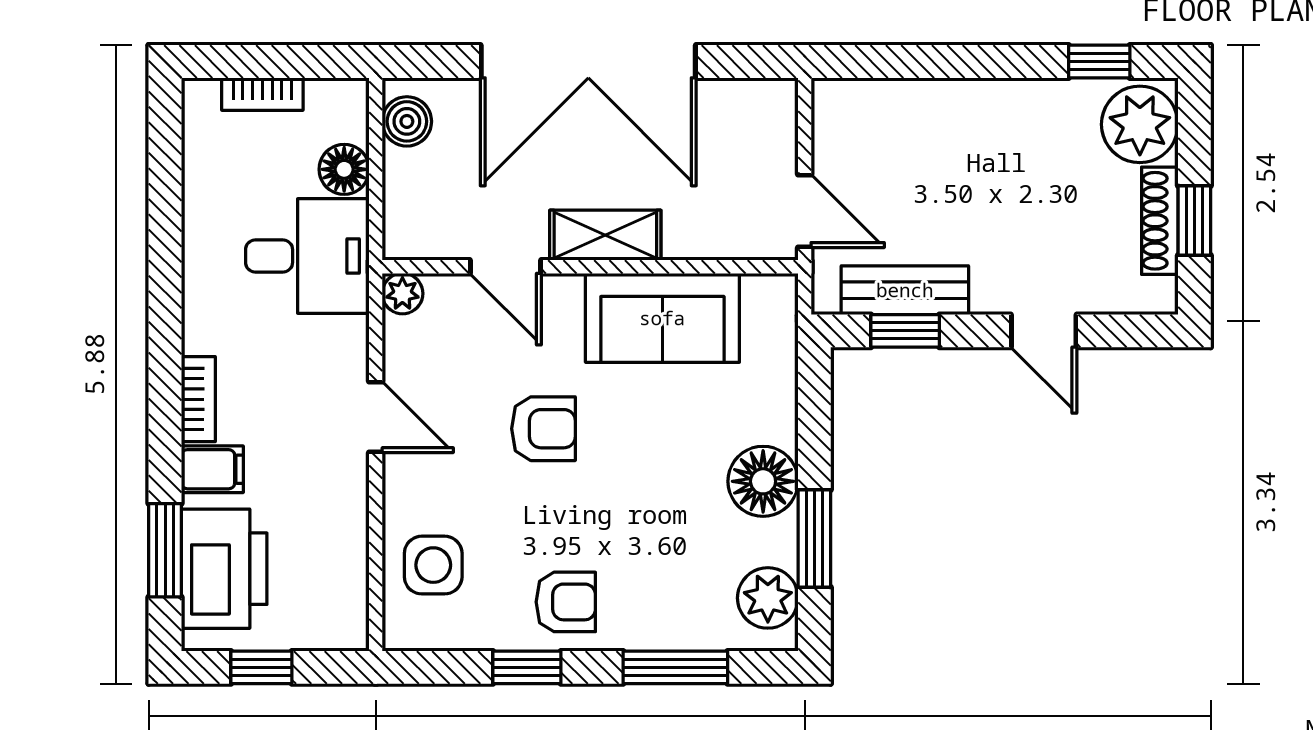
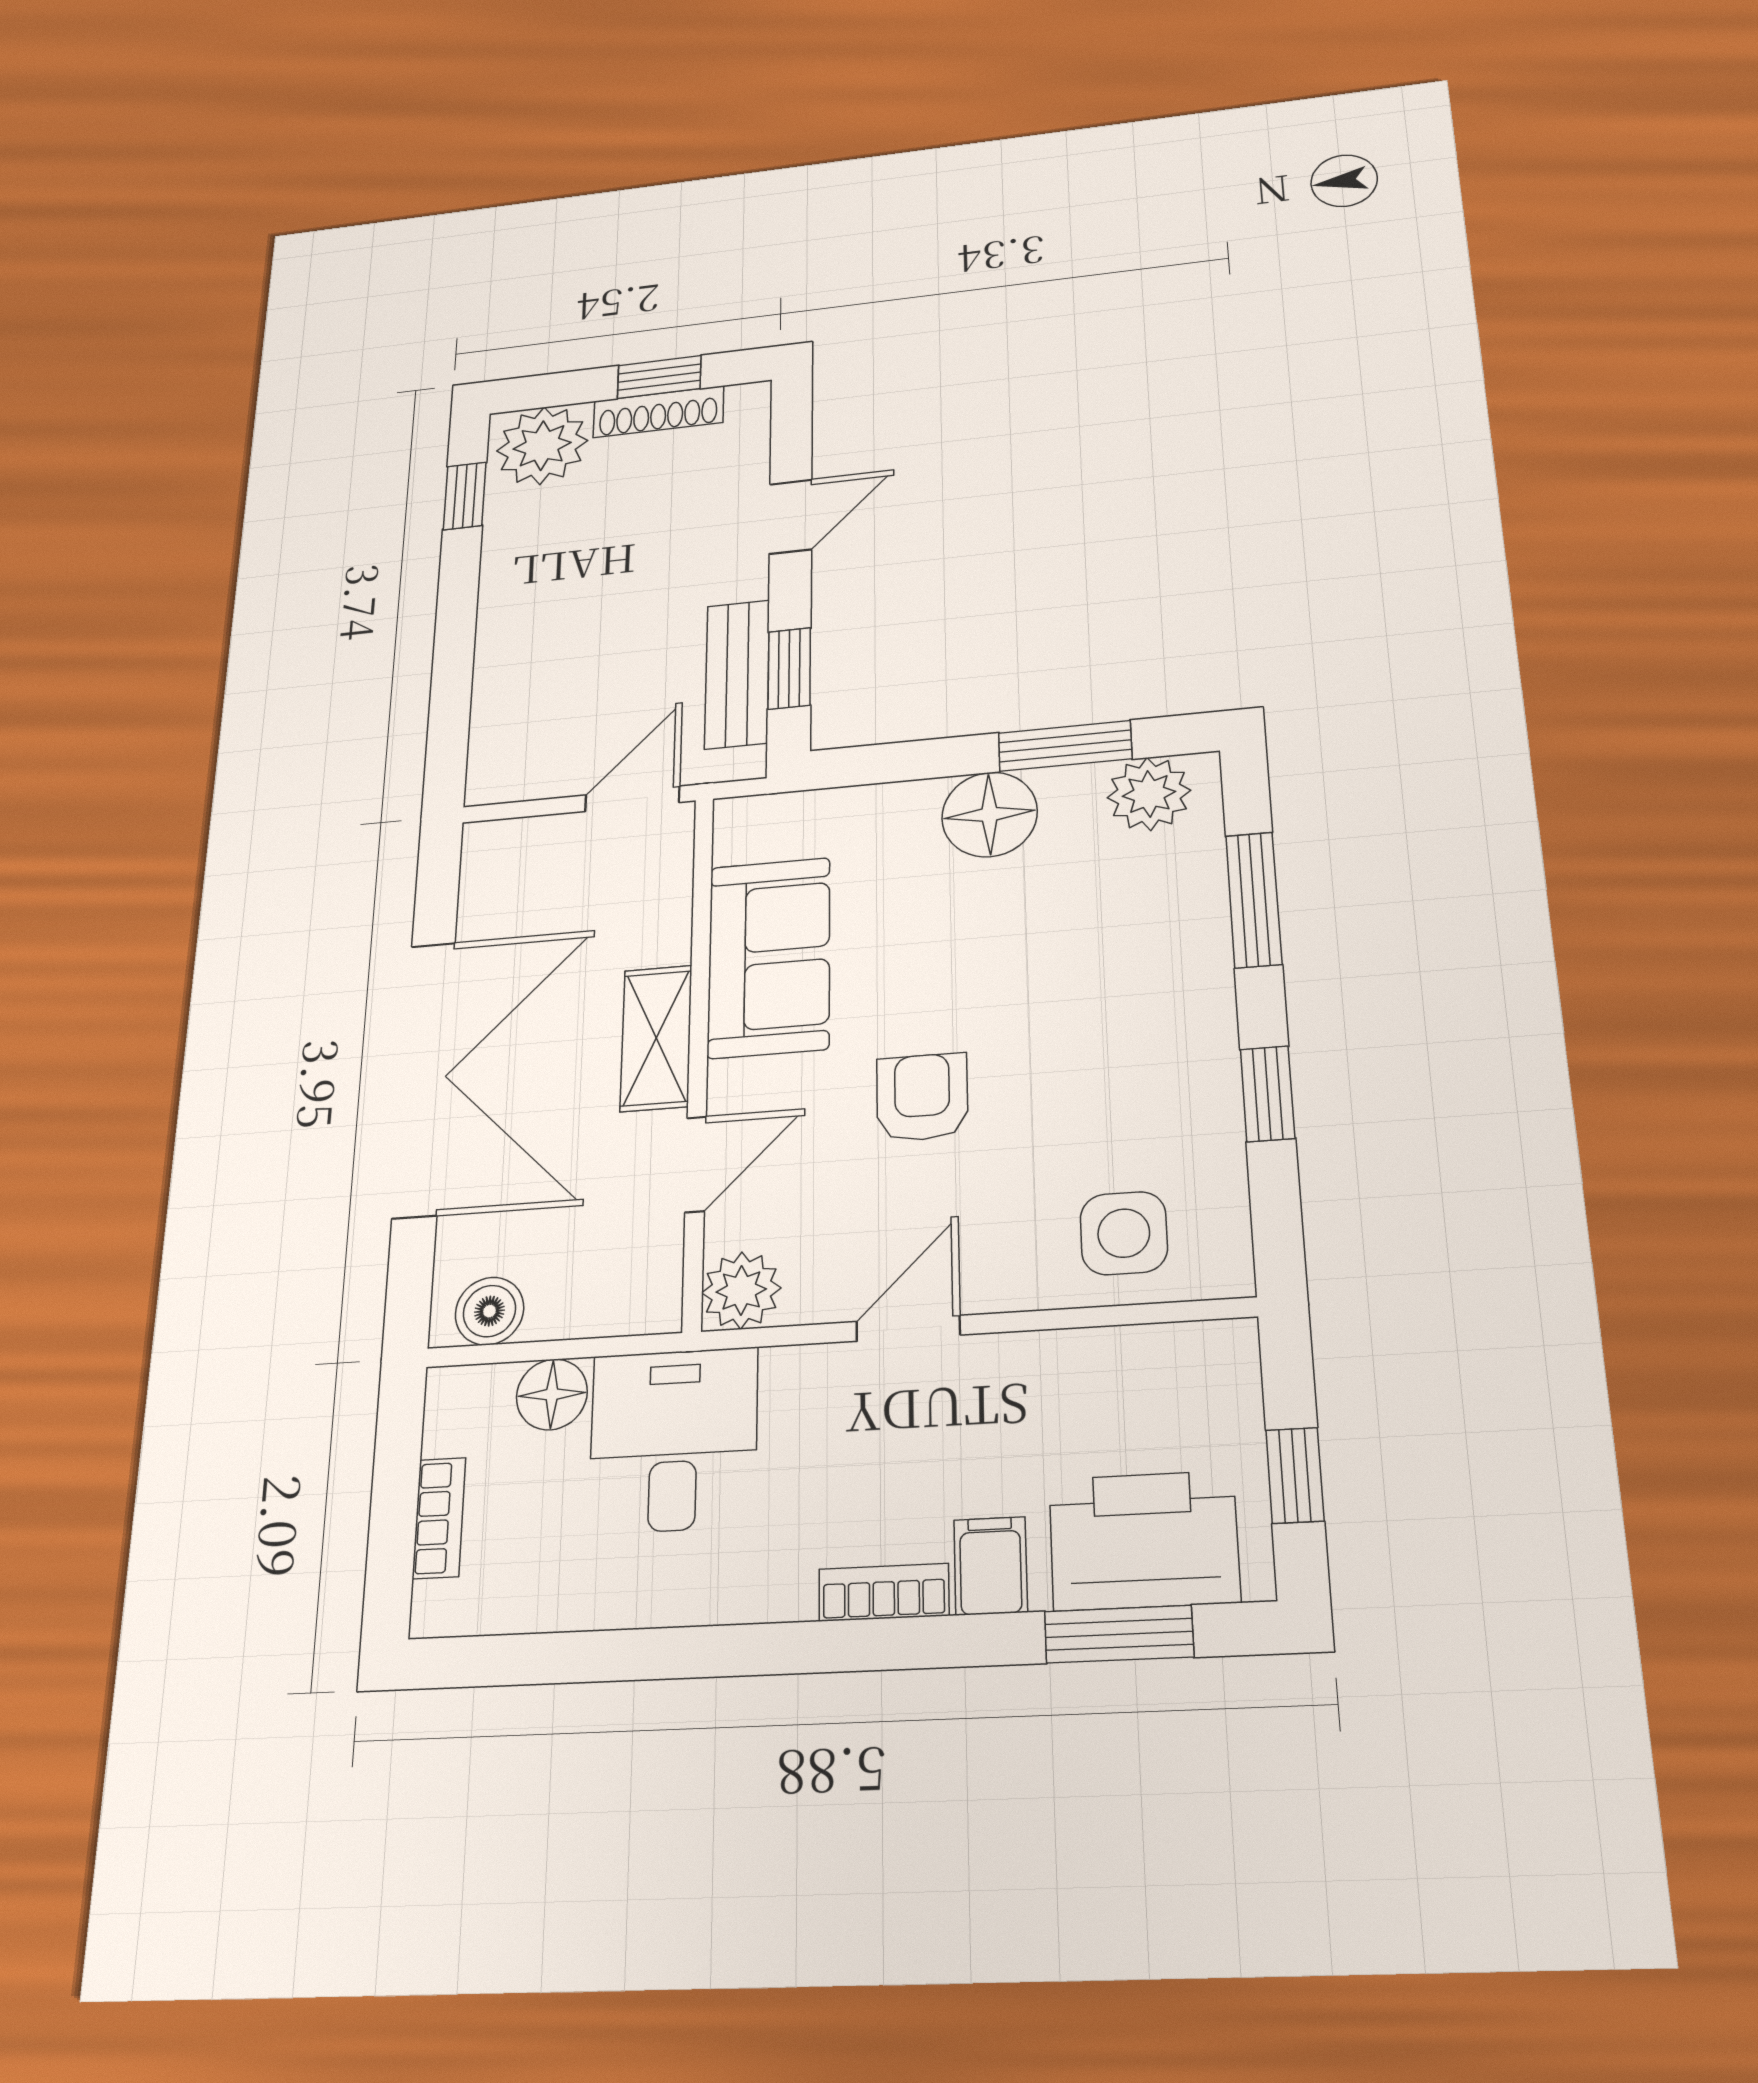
plant: (402, 294) -> (741, 1290), width x1.38, depth x1.38
armchair: (566, 602) -> (1169, 1049), removed

